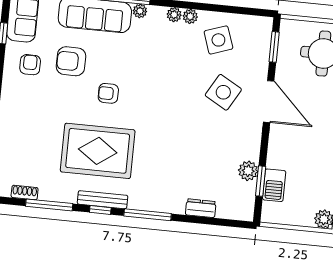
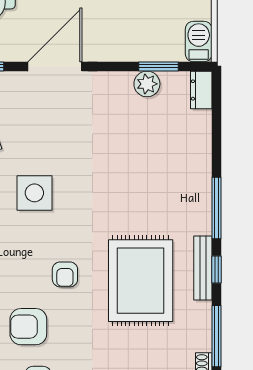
armchair: (71, 61) -> (28, 327), turned 90
side table: (223, 92) -> (34, 193), moved, turned -30
barbecue: (274, 185) -> (199, 42), moved, turned -90
dresser: (201, 208) -> (201, 90), moved

